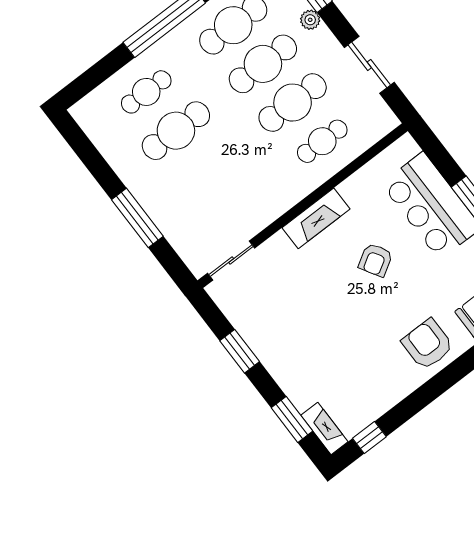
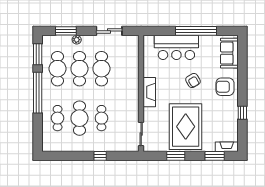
cafe table: (322, 141) -> (101, 118), moved
window: (137, 218) -> (100, 156), width x0.46
armchair: (376, 260) -> (193, 81), moved
rug: (304, 329) -> (186, 127), added
window: (369, 438) -> (242, 113), moved

